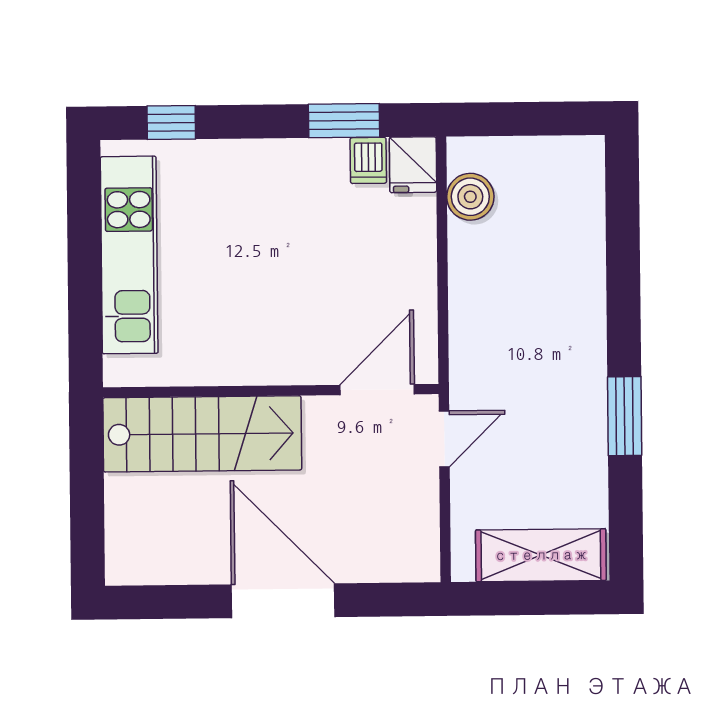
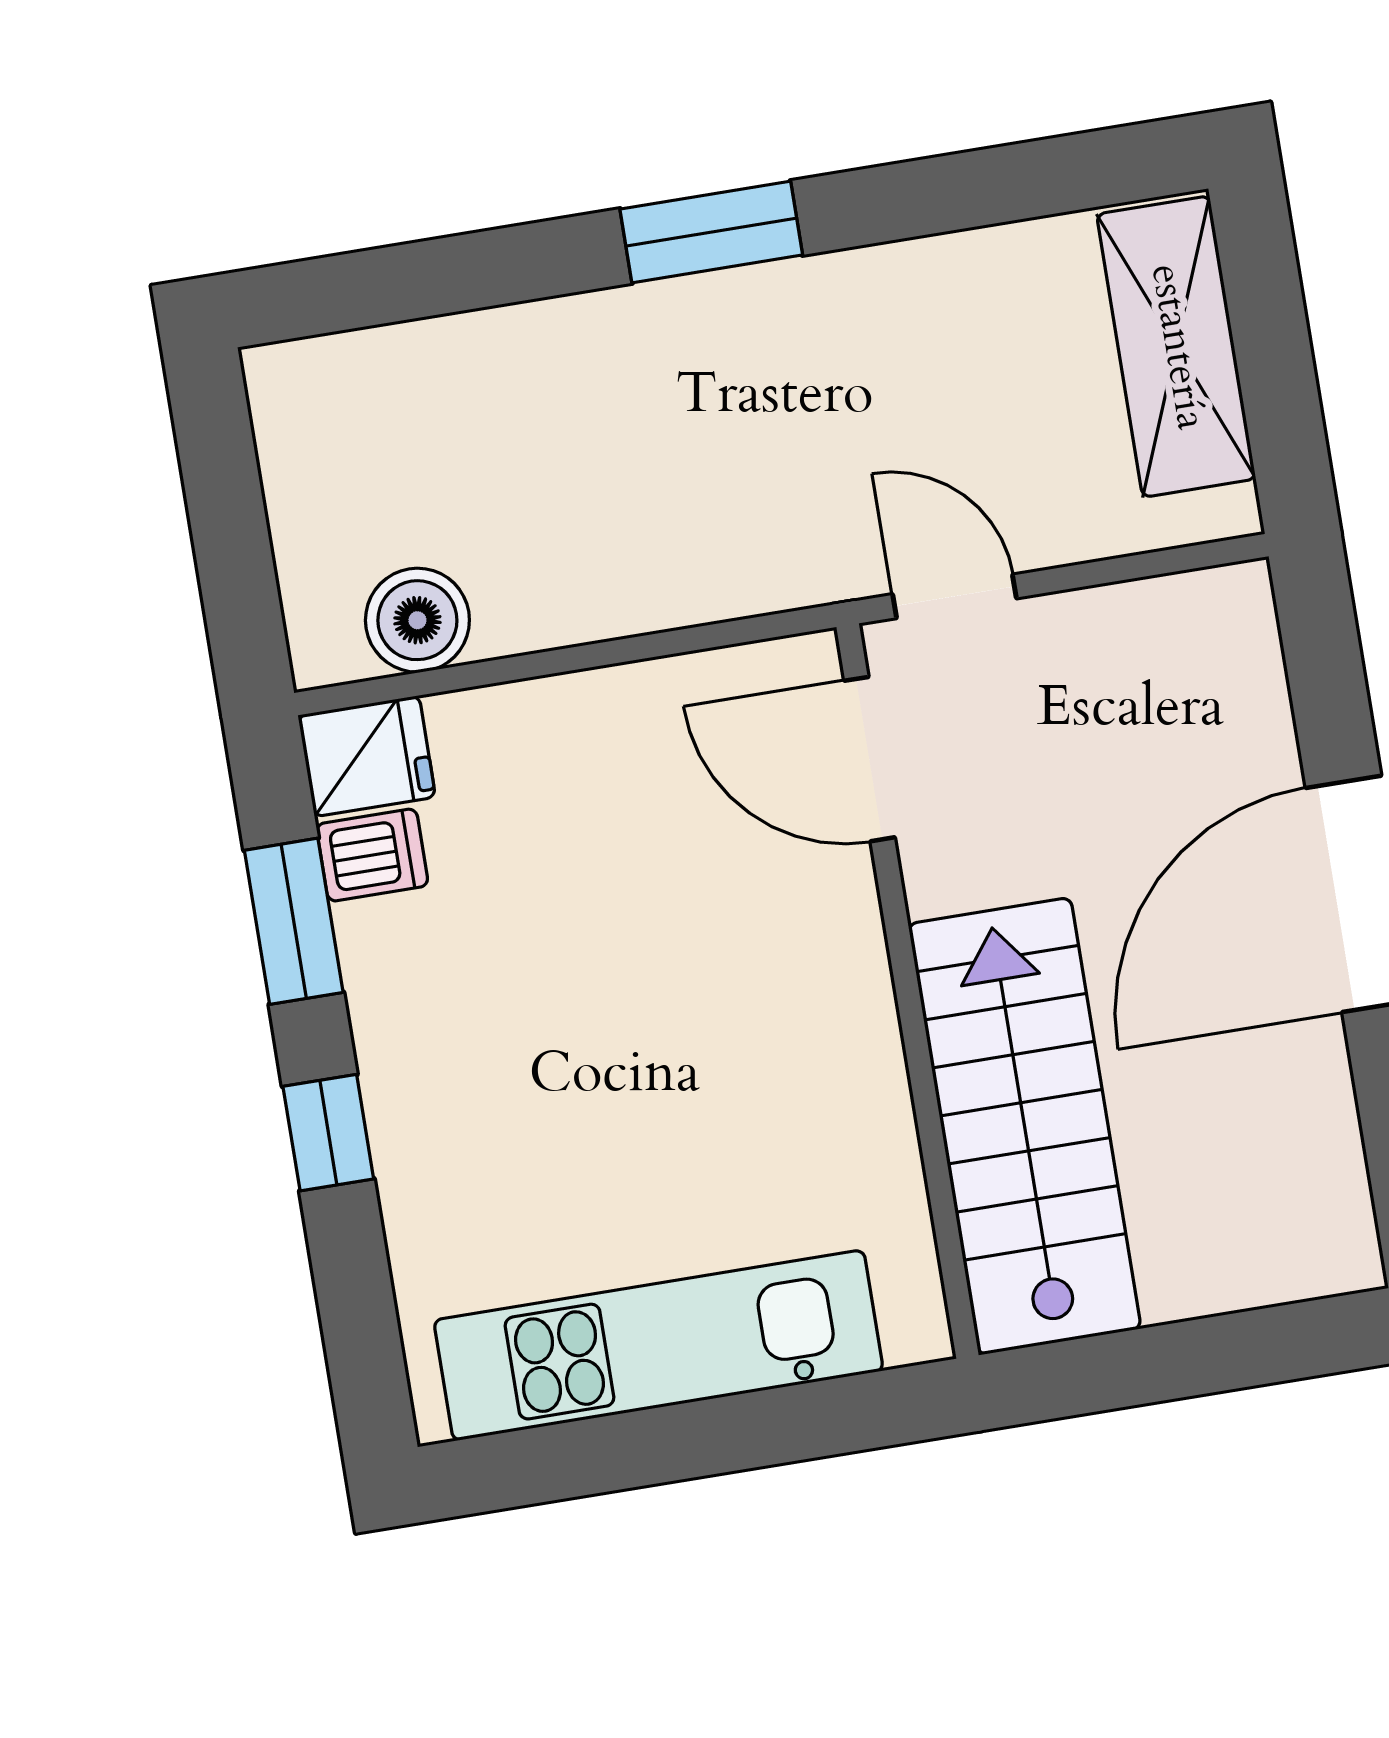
window: (171, 123) -> (328, 1133), moved
window: (625, 416) -> (711, 232), moved

